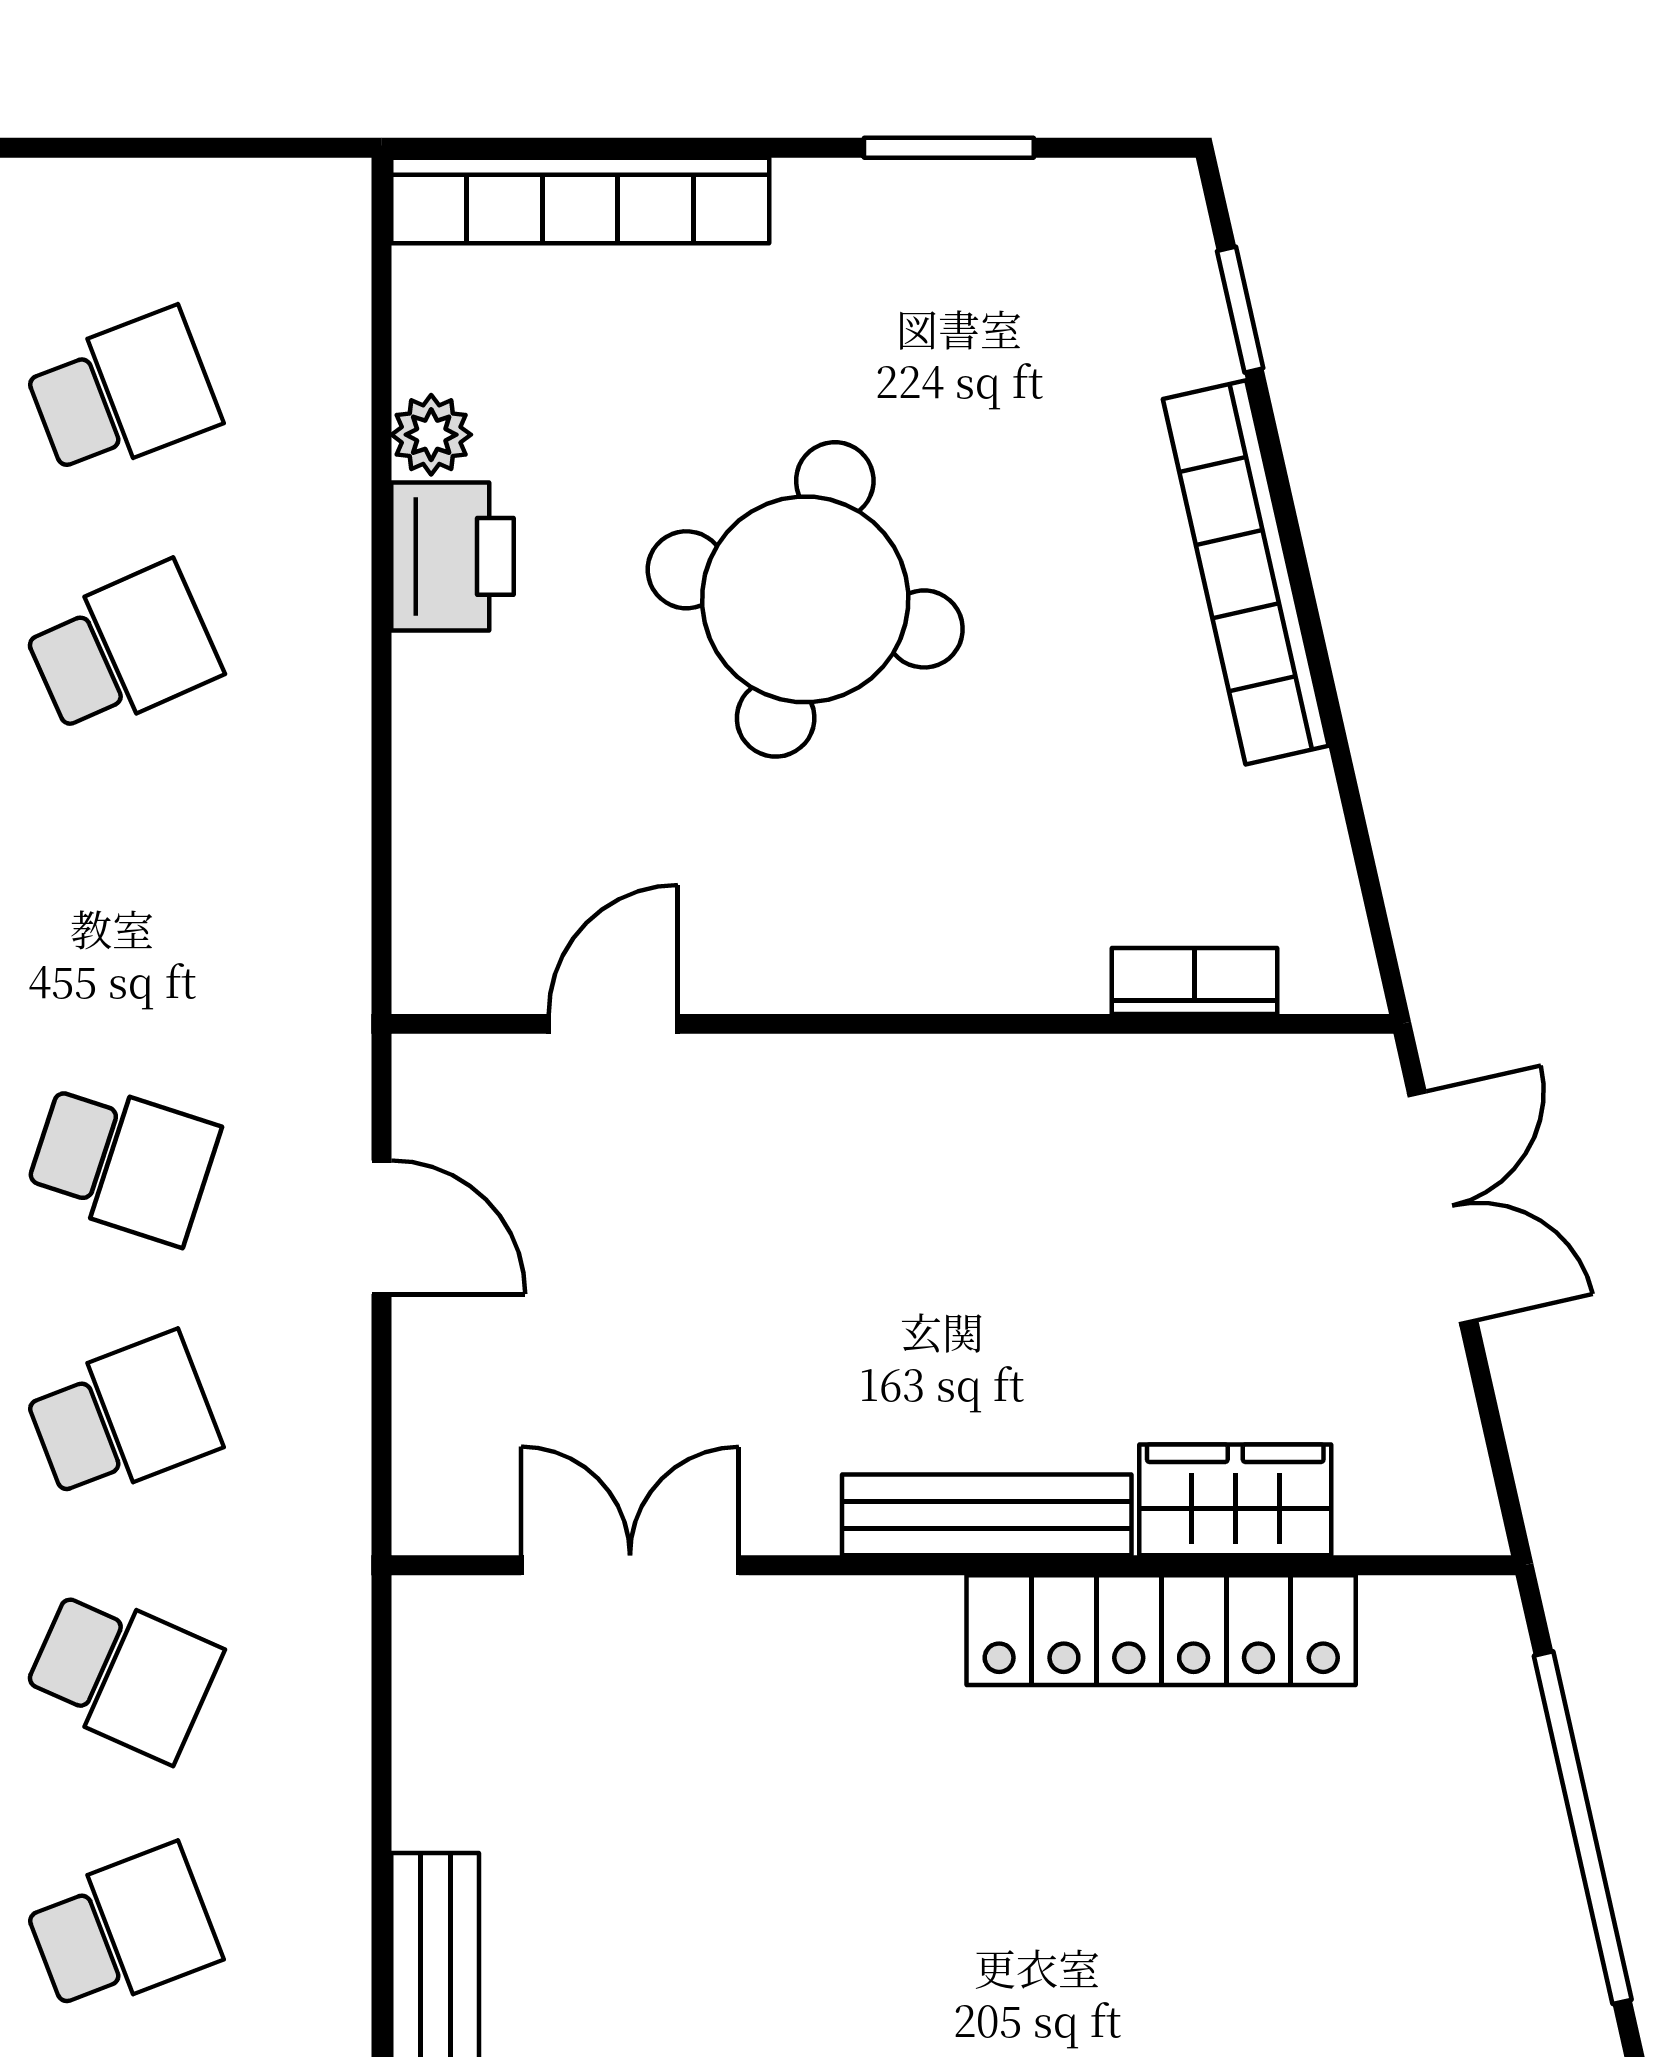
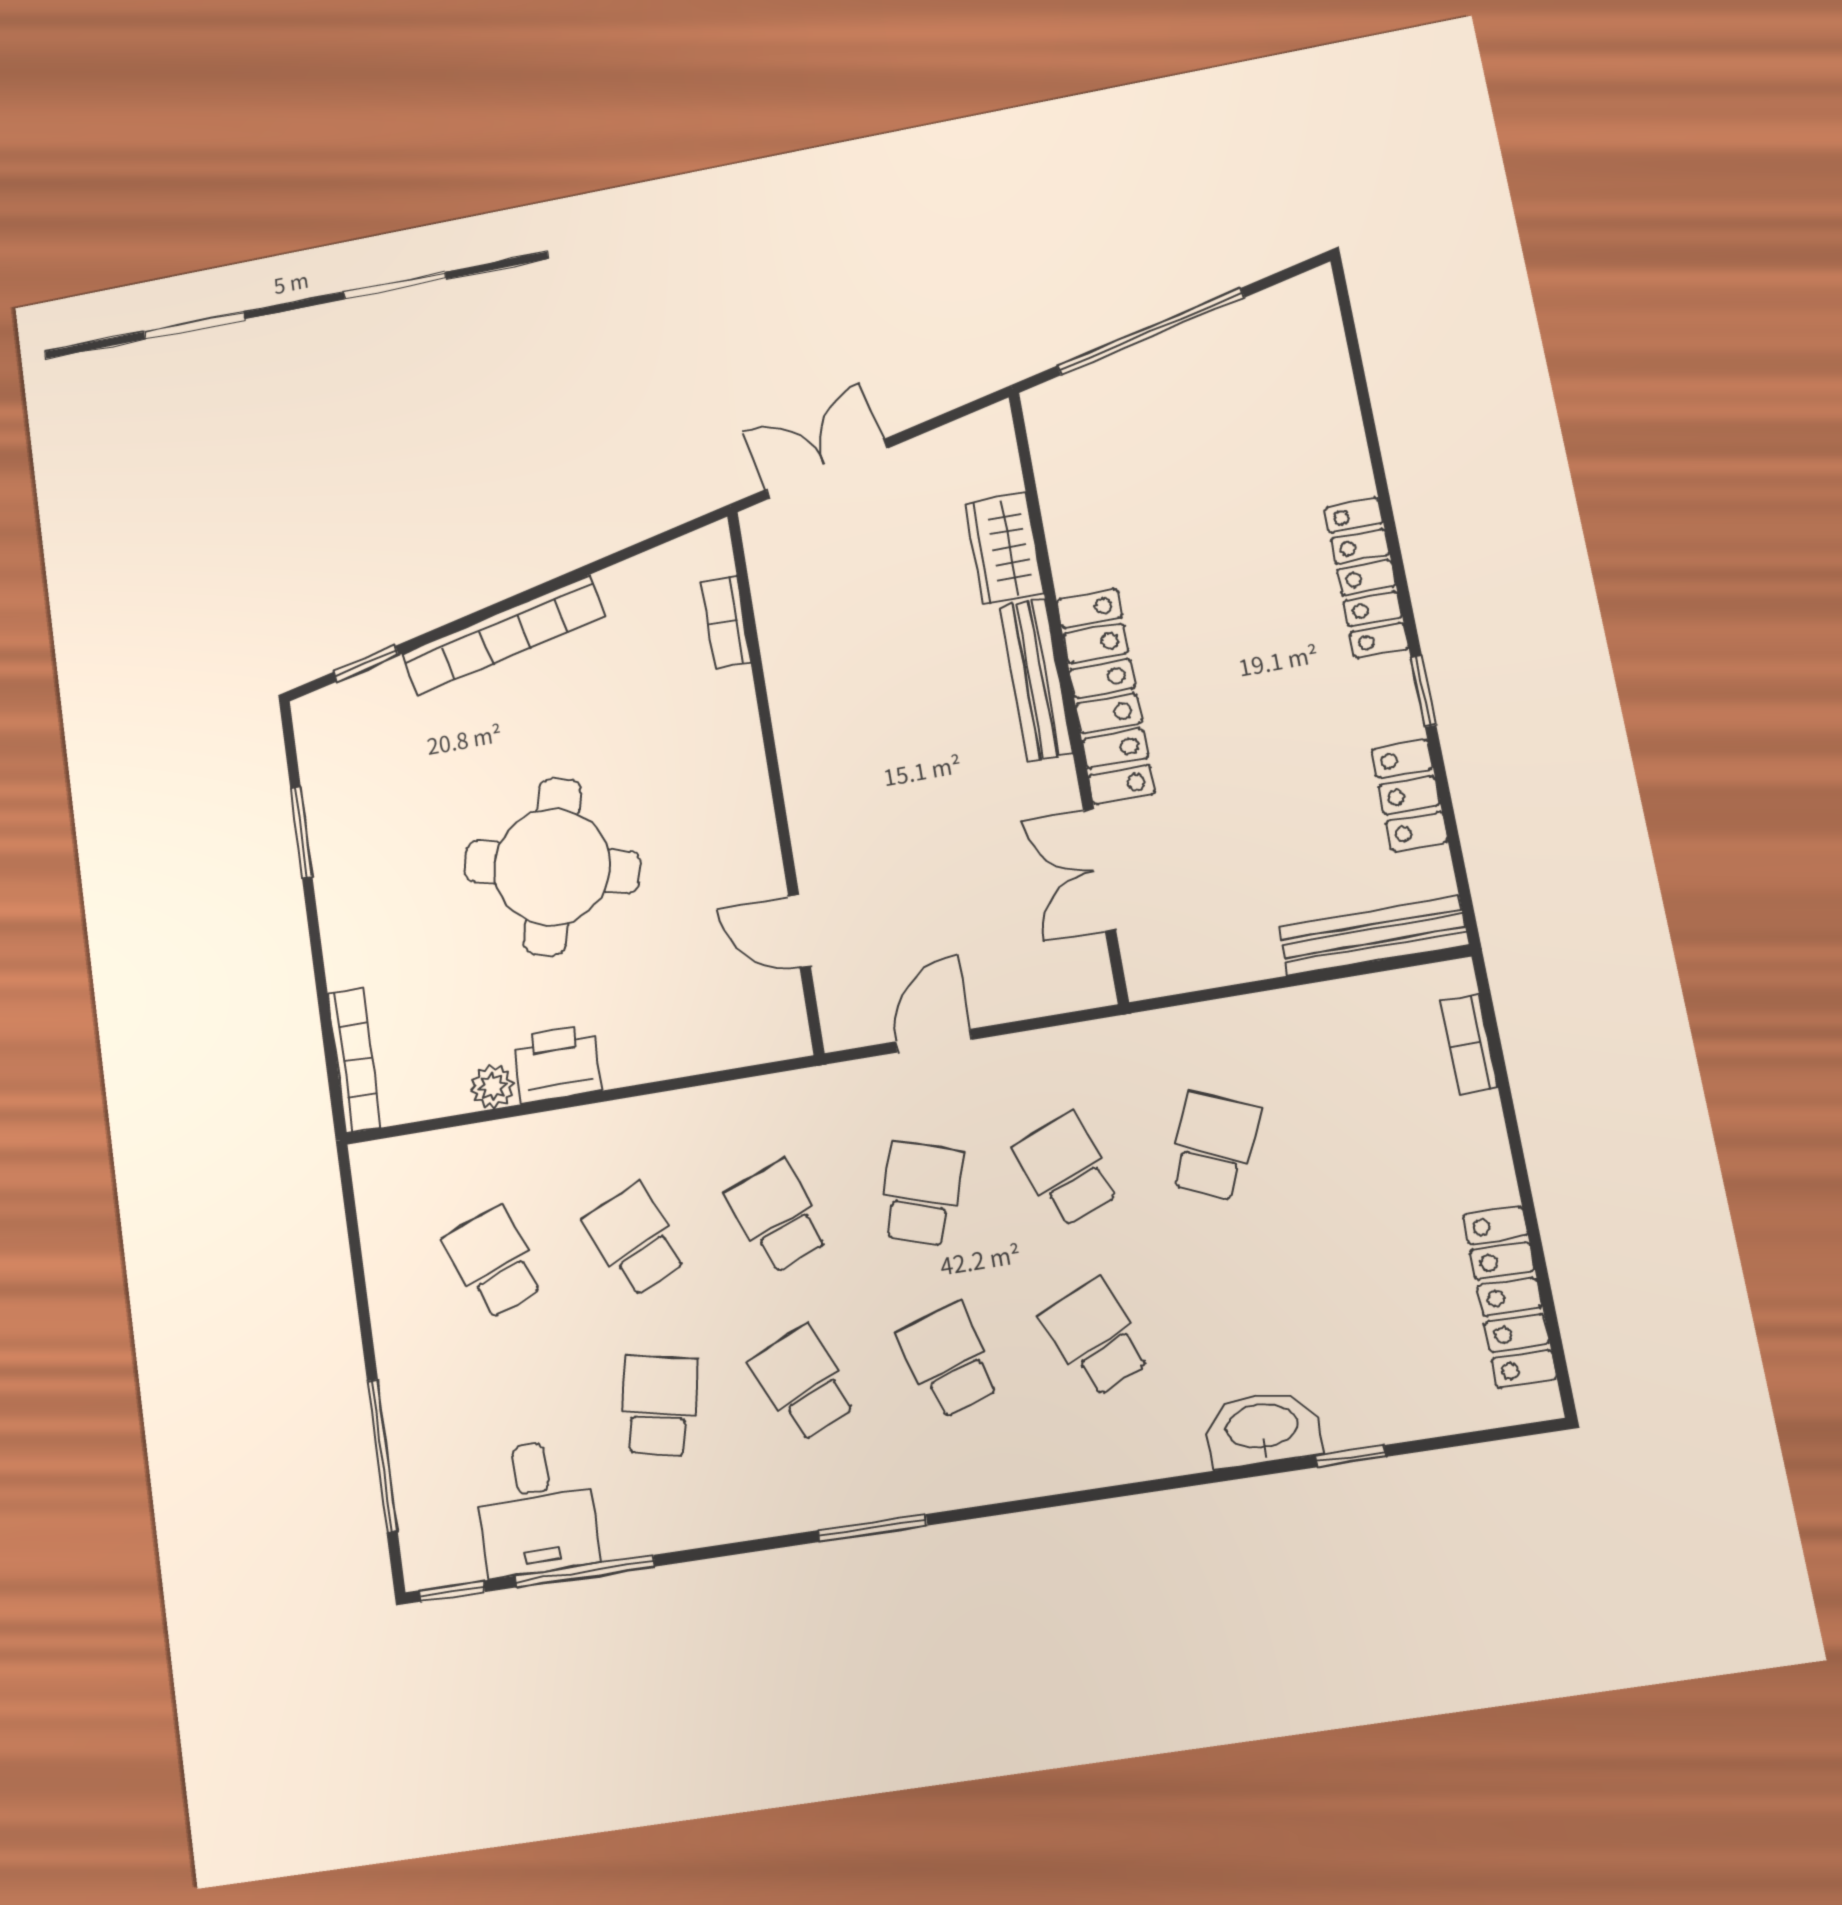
bookcase: (580, 200) -> (354, 1061), width x0.68, depth x0.76
locker: (1161, 1630) -> (1105, 696), moved
school desk: (123, 1930) -> (777, 1217), moved

